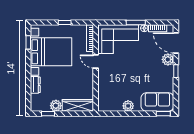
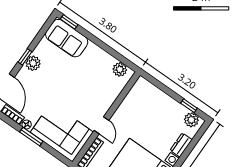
plant: (168, 59) -> (33, 63), moved
wardrobe: (78, 105) -> (152, 93), removed
plant: (56, 106) -> (191, 120), moved
plant: (128, 106) -> (120, 69), moved

